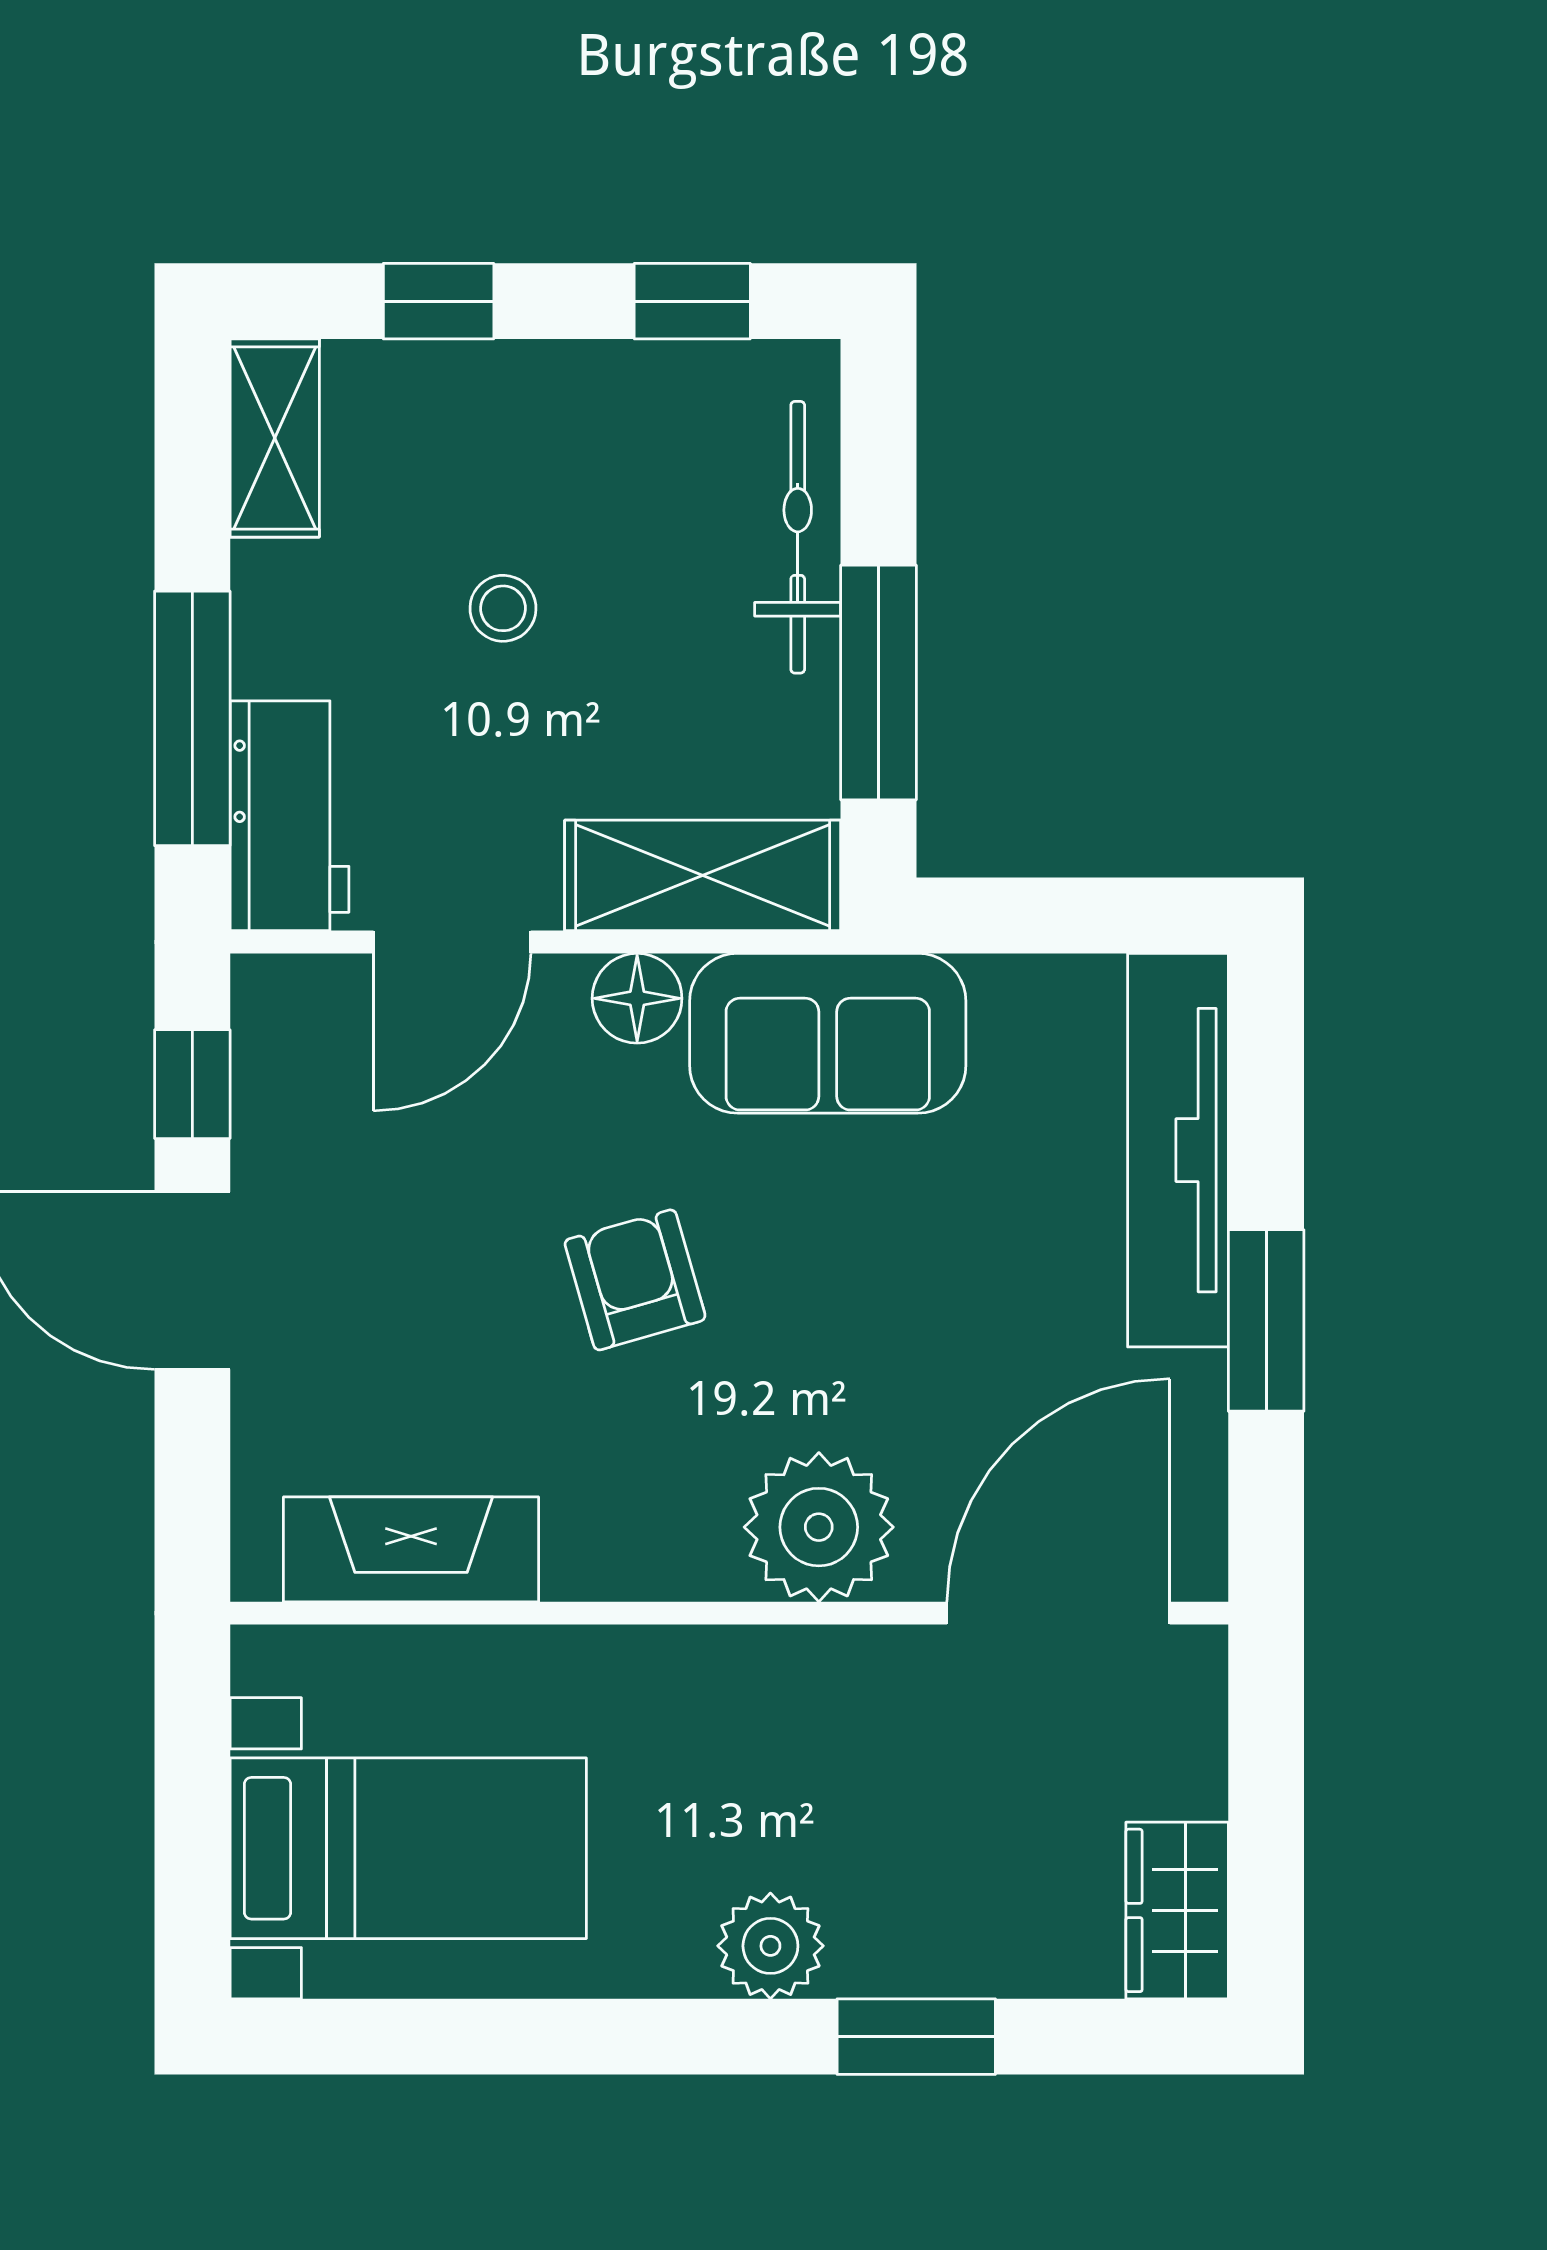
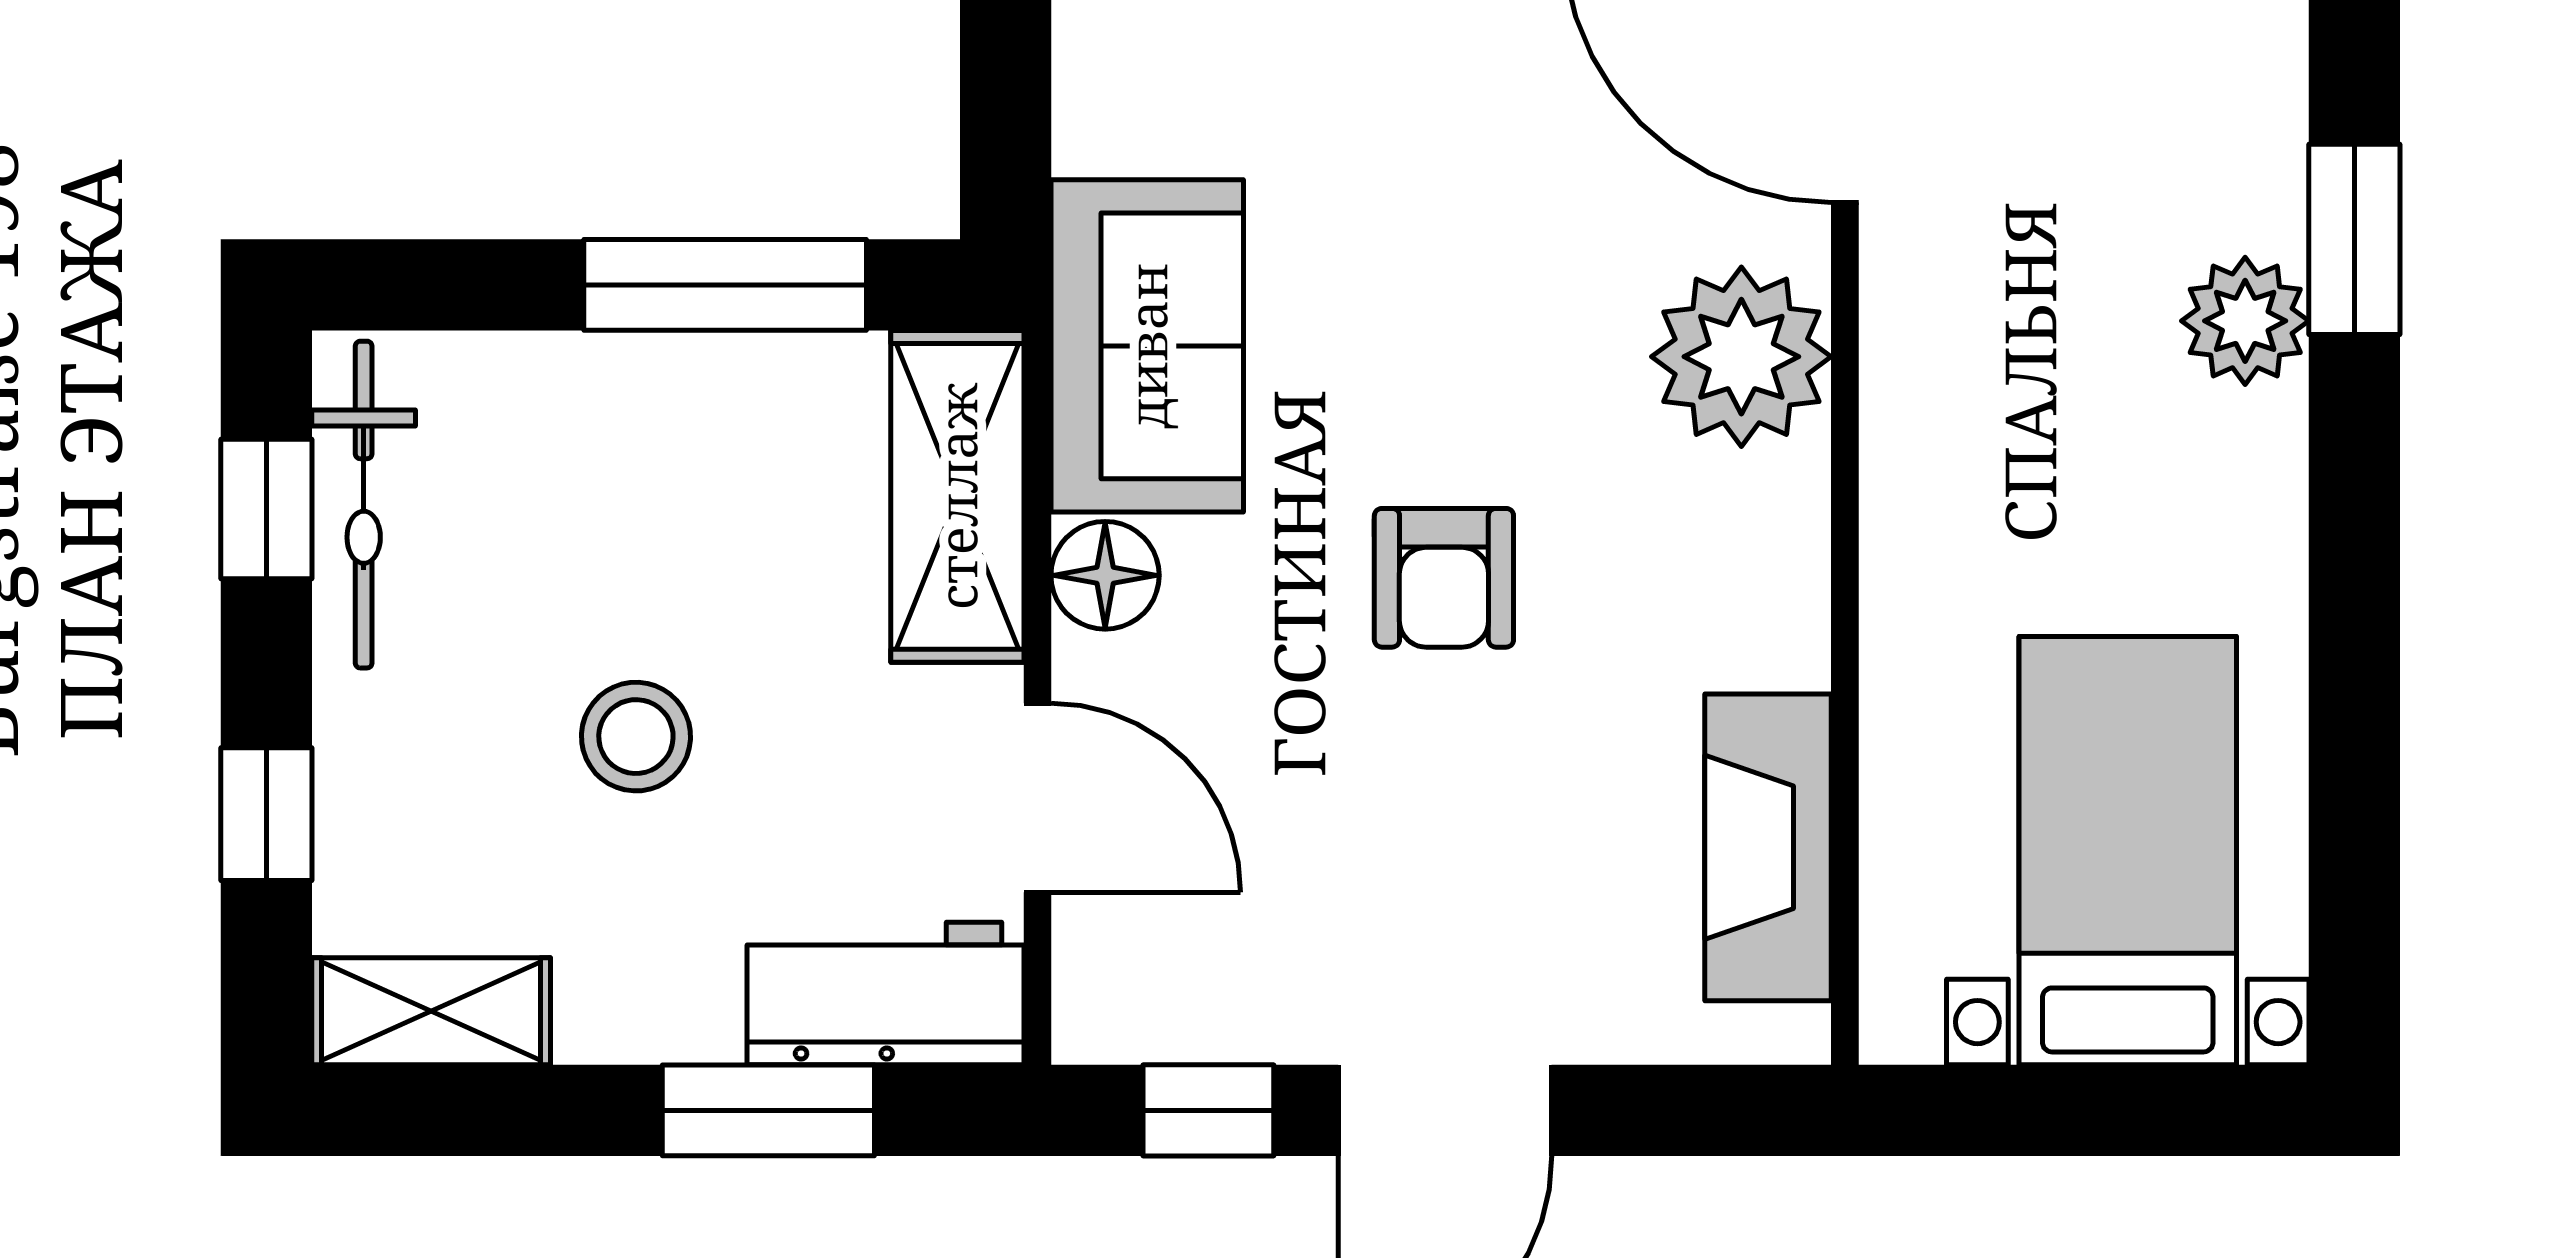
bicycle: (798, 537) -> (364, 505), moved, turned -90
stool: (503, 608) -> (636, 737), width x1.37, depth x1.37
window: (192, 718) -> (768, 1110), width x0.69
armchair: (635, 1280) -> (1444, 578), turned -74
plant: (770, 1946) -> (2245, 321), moved

